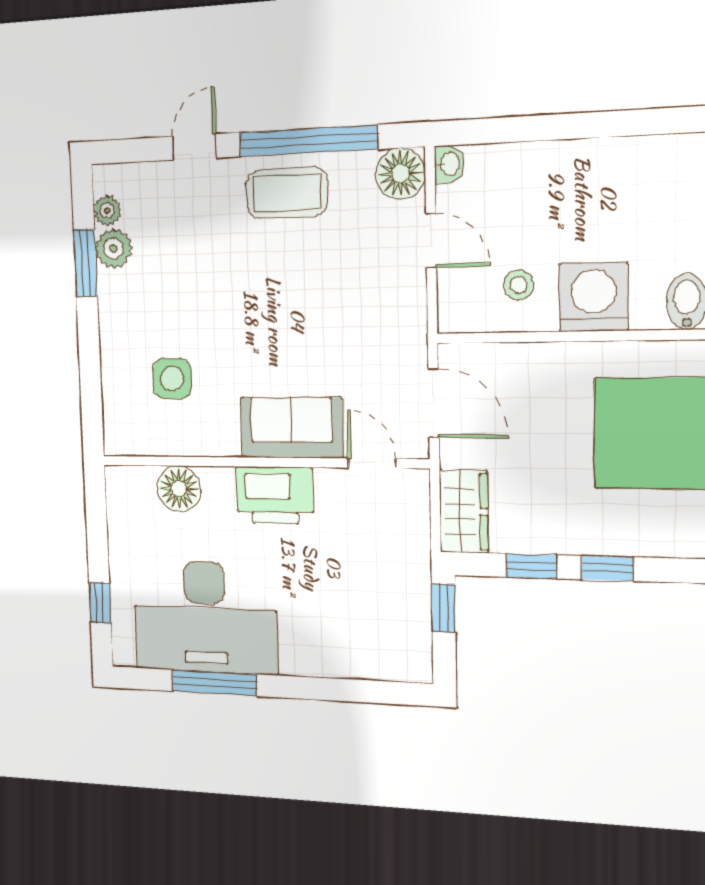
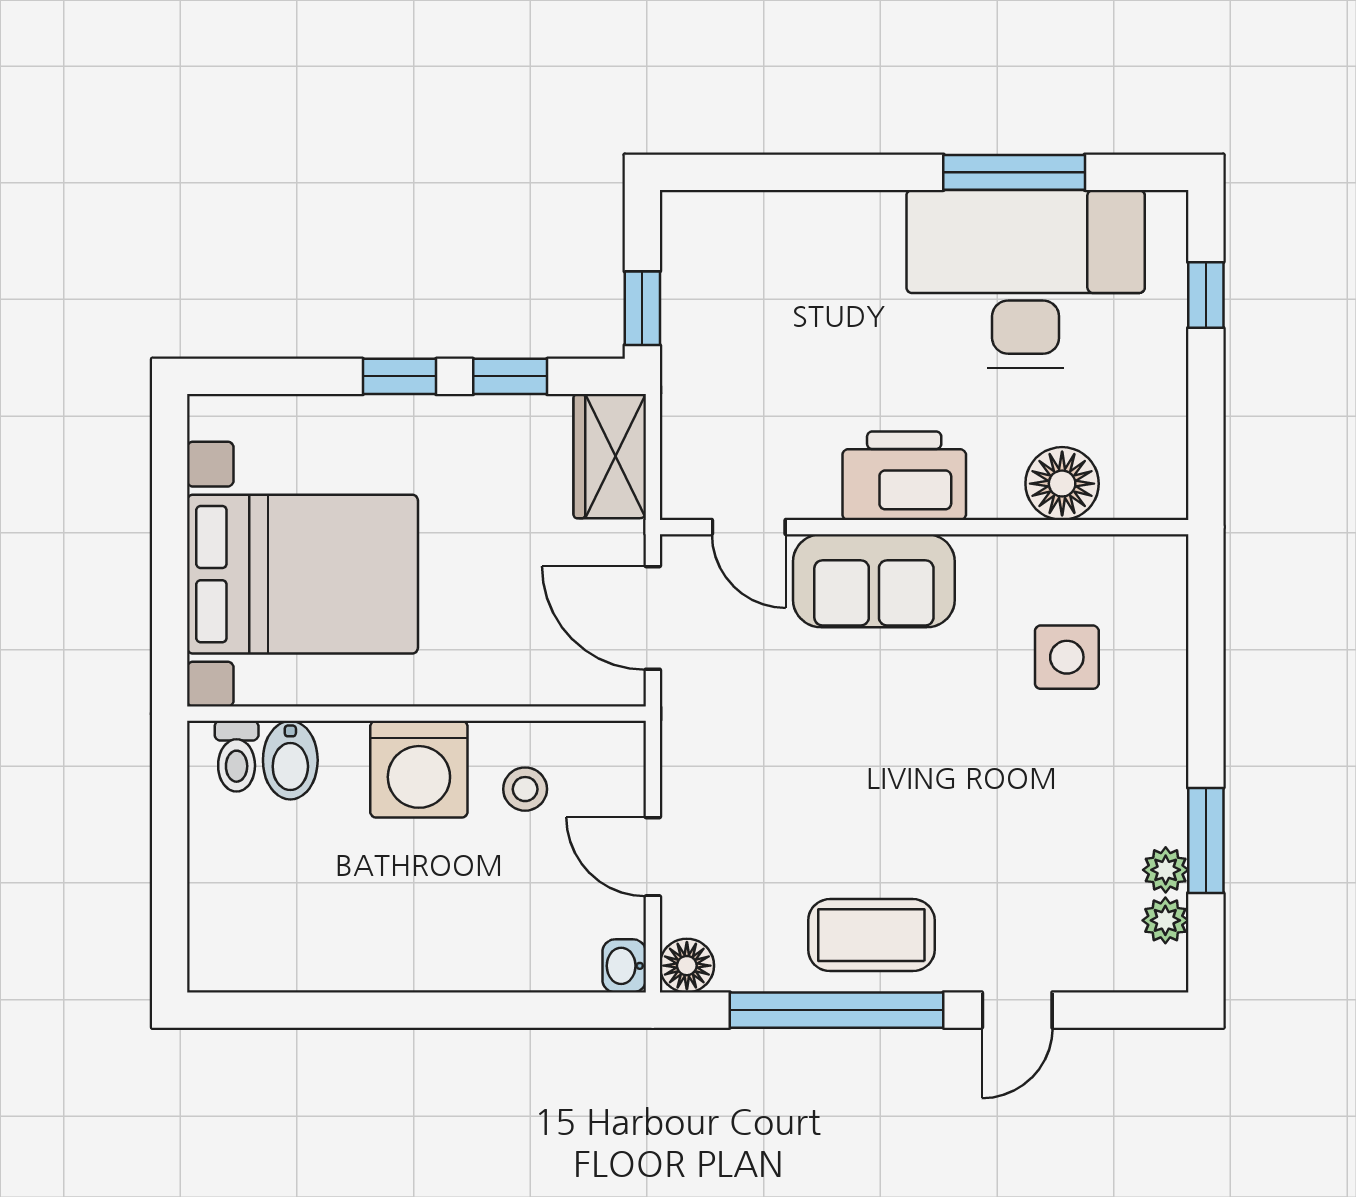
floor lamp: (400, 174) -> (687, 966), width x0.73, depth x0.73
plant: (113, 249) -> (1166, 870), width x0.73, depth x0.73

